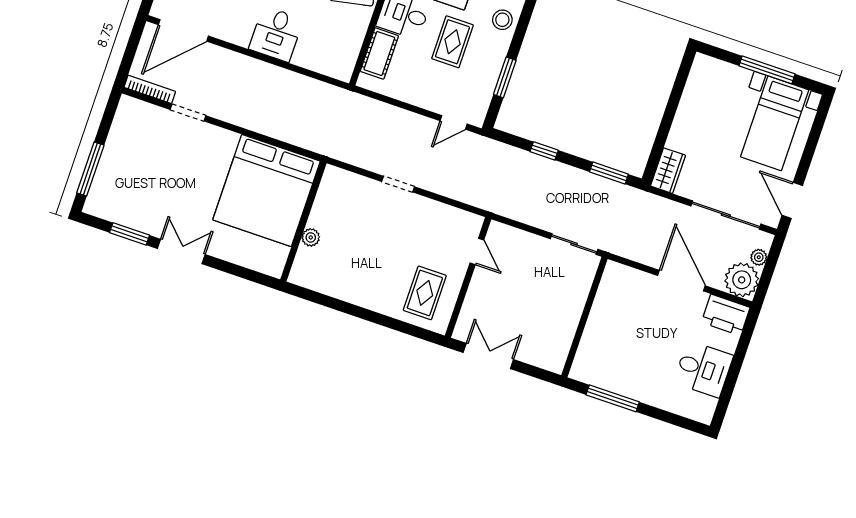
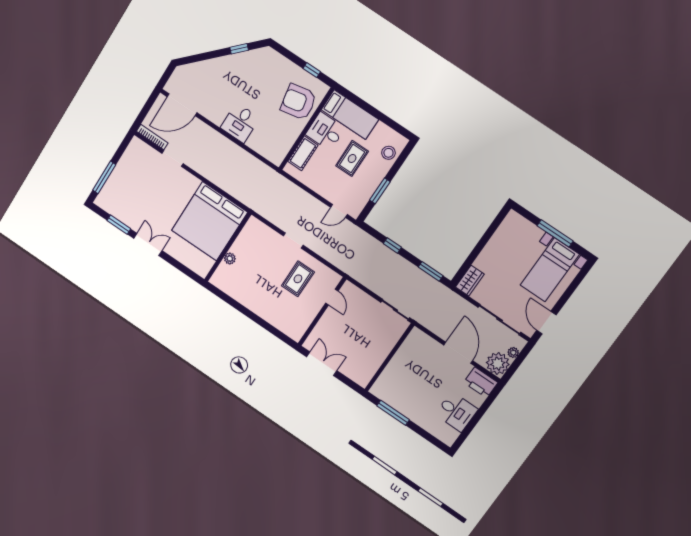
rug: (425, 293) -> (298, 279), moved

